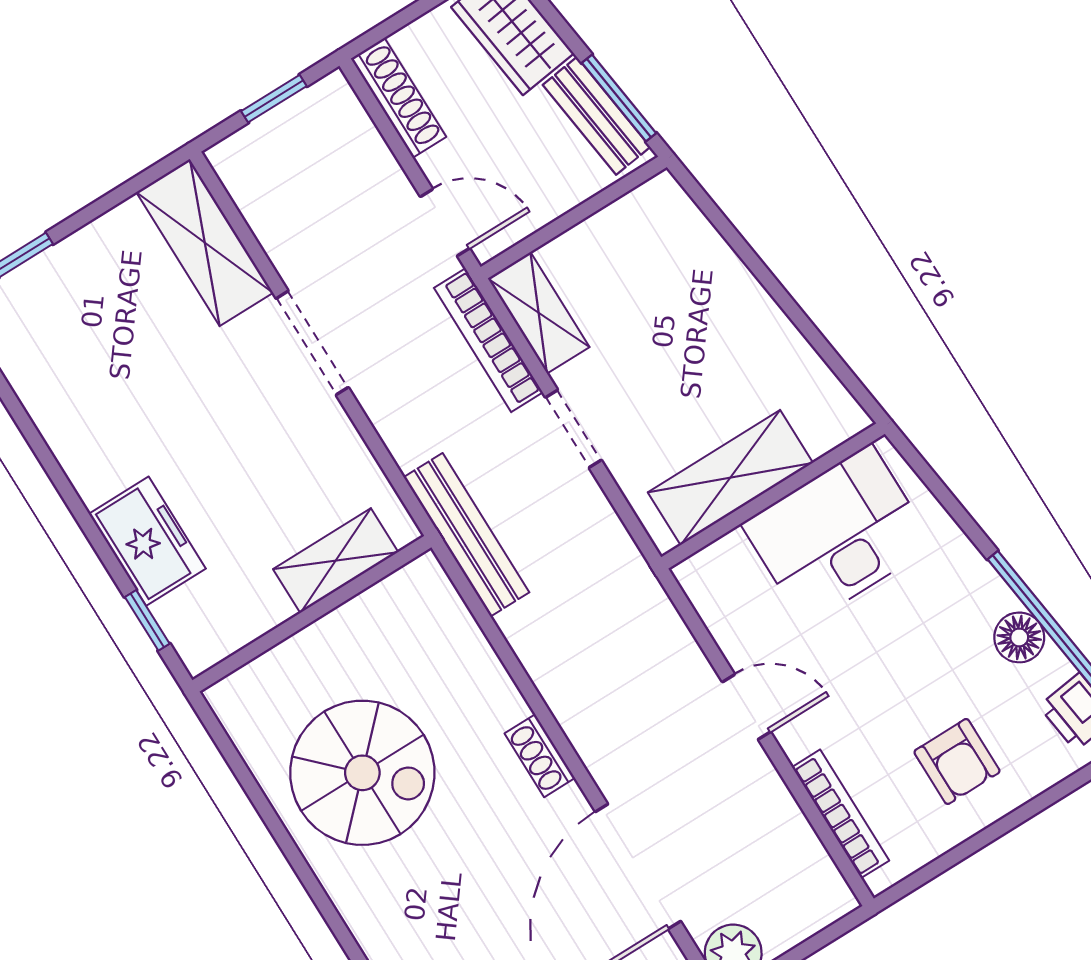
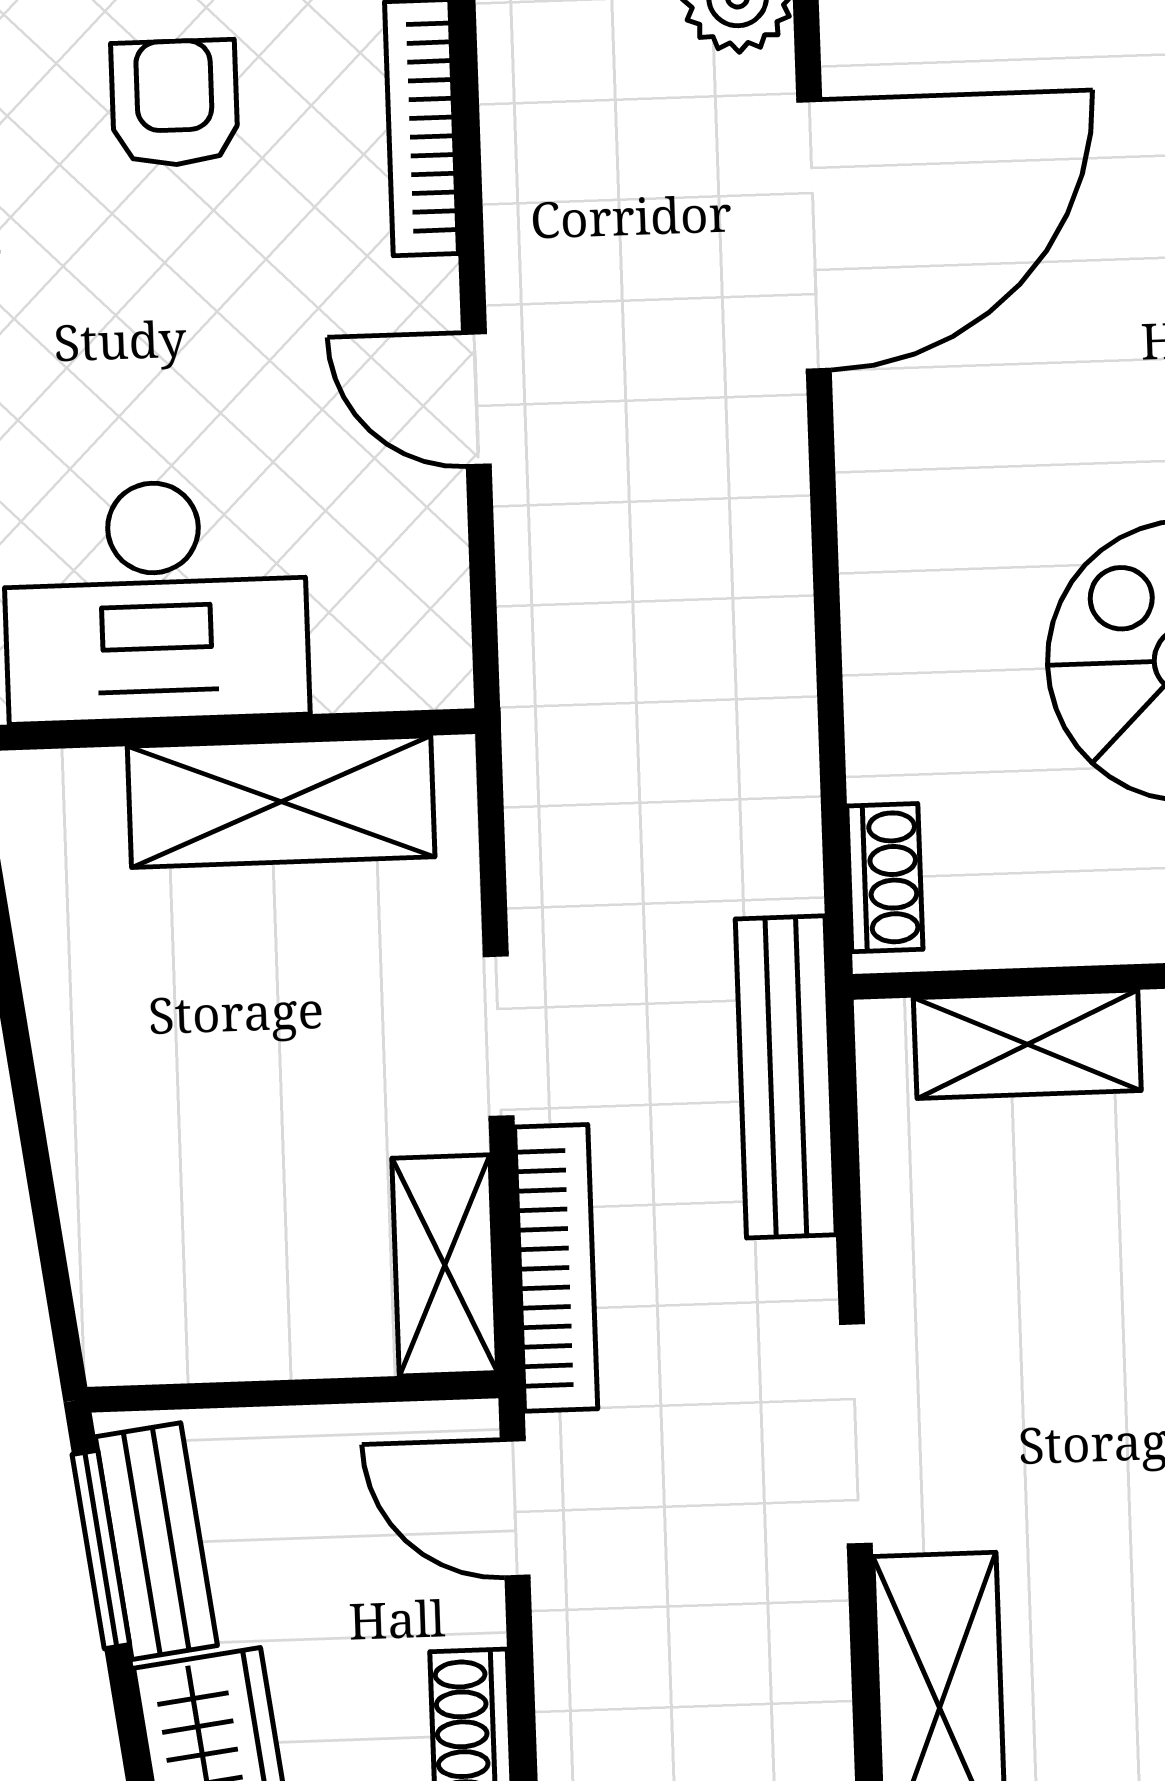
bench: (466, 535) -> (786, 1077), moved
shoe rack: (540, 756) -> (885, 878), moved

